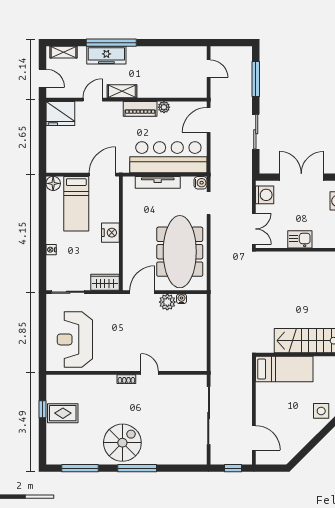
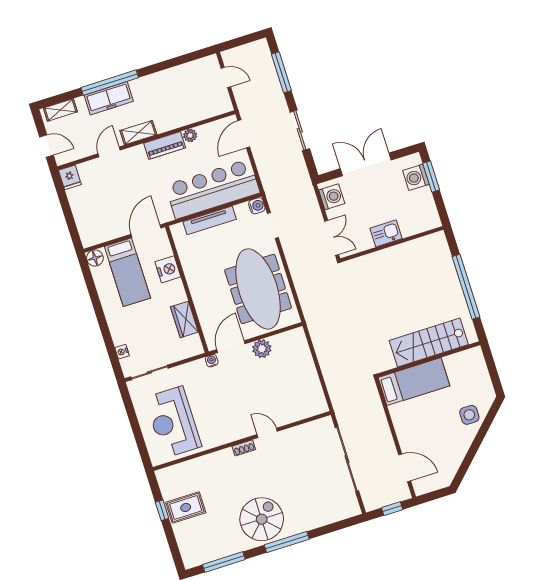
fridge: (60, 113) -> (70, 177), width x0.53, depth x0.75
nightstand: (110, 233) -> (168, 269), moved
nightstand: (51, 250) -> (122, 352), moved
wardrobe: (105, 282) -> (184, 319), moved, turned -90
water cooler: (181, 299) -> (212, 361), moved

